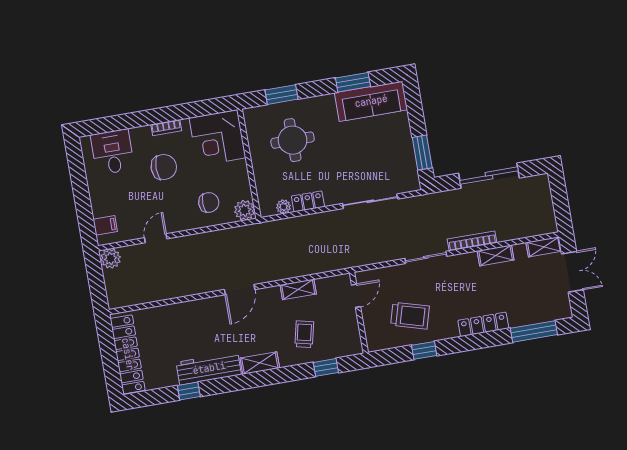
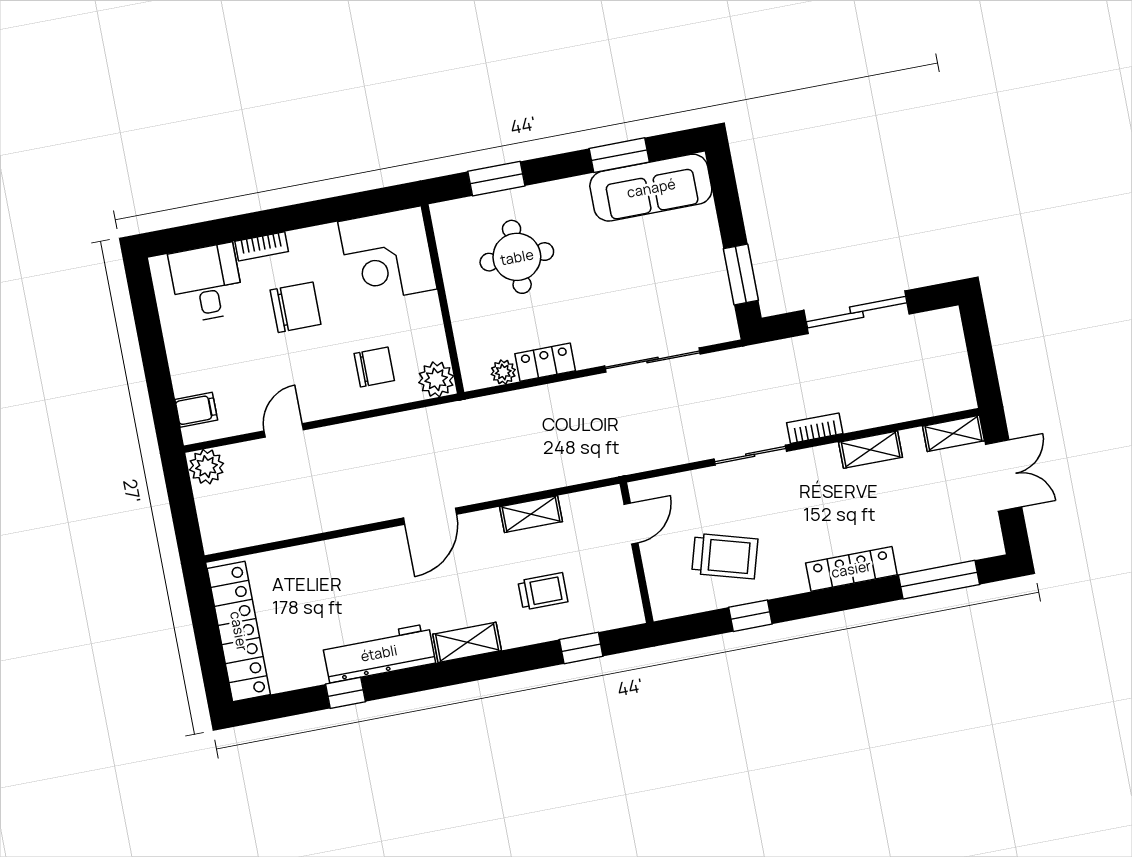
bookcase: (166, 128) -> (262, 246), moved
bookcase: (472, 241) -> (815, 428), width x0.64
trolley: (304, 334) -> (543, 591), turned 77

